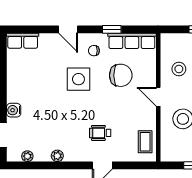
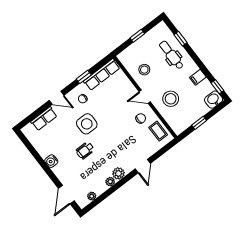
row of seats: (23, 41) -> (44, 119), moved
chair: (121, 75) -> (141, 118), moved, width x0.54, depth x0.54
water cooler: (14, 110) -> (51, 161), moved
wheelchair: (100, 133) -> (85, 150), moved
plant: (72, 154) -> (118, 173), added

